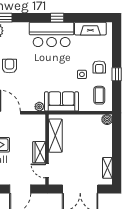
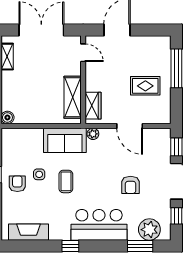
bar counter: (52, 34) -> (99, 225), moved
coffee table: (99, 95) -> (66, 181), moved
wardrobe: (39, 152) -> (93, 106), moved

